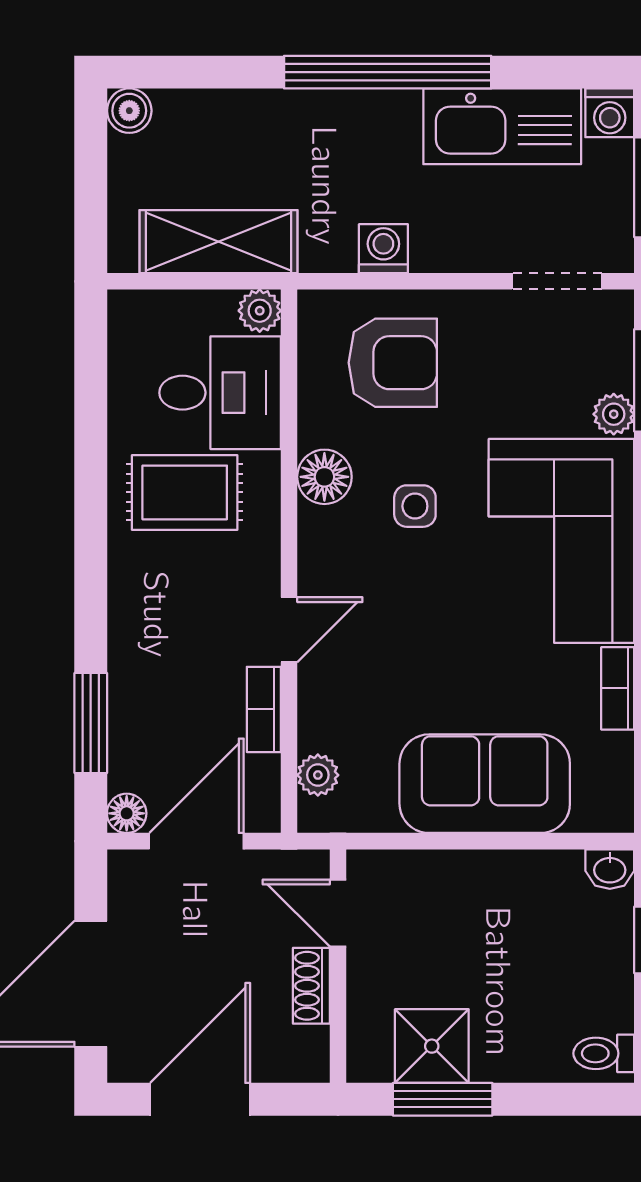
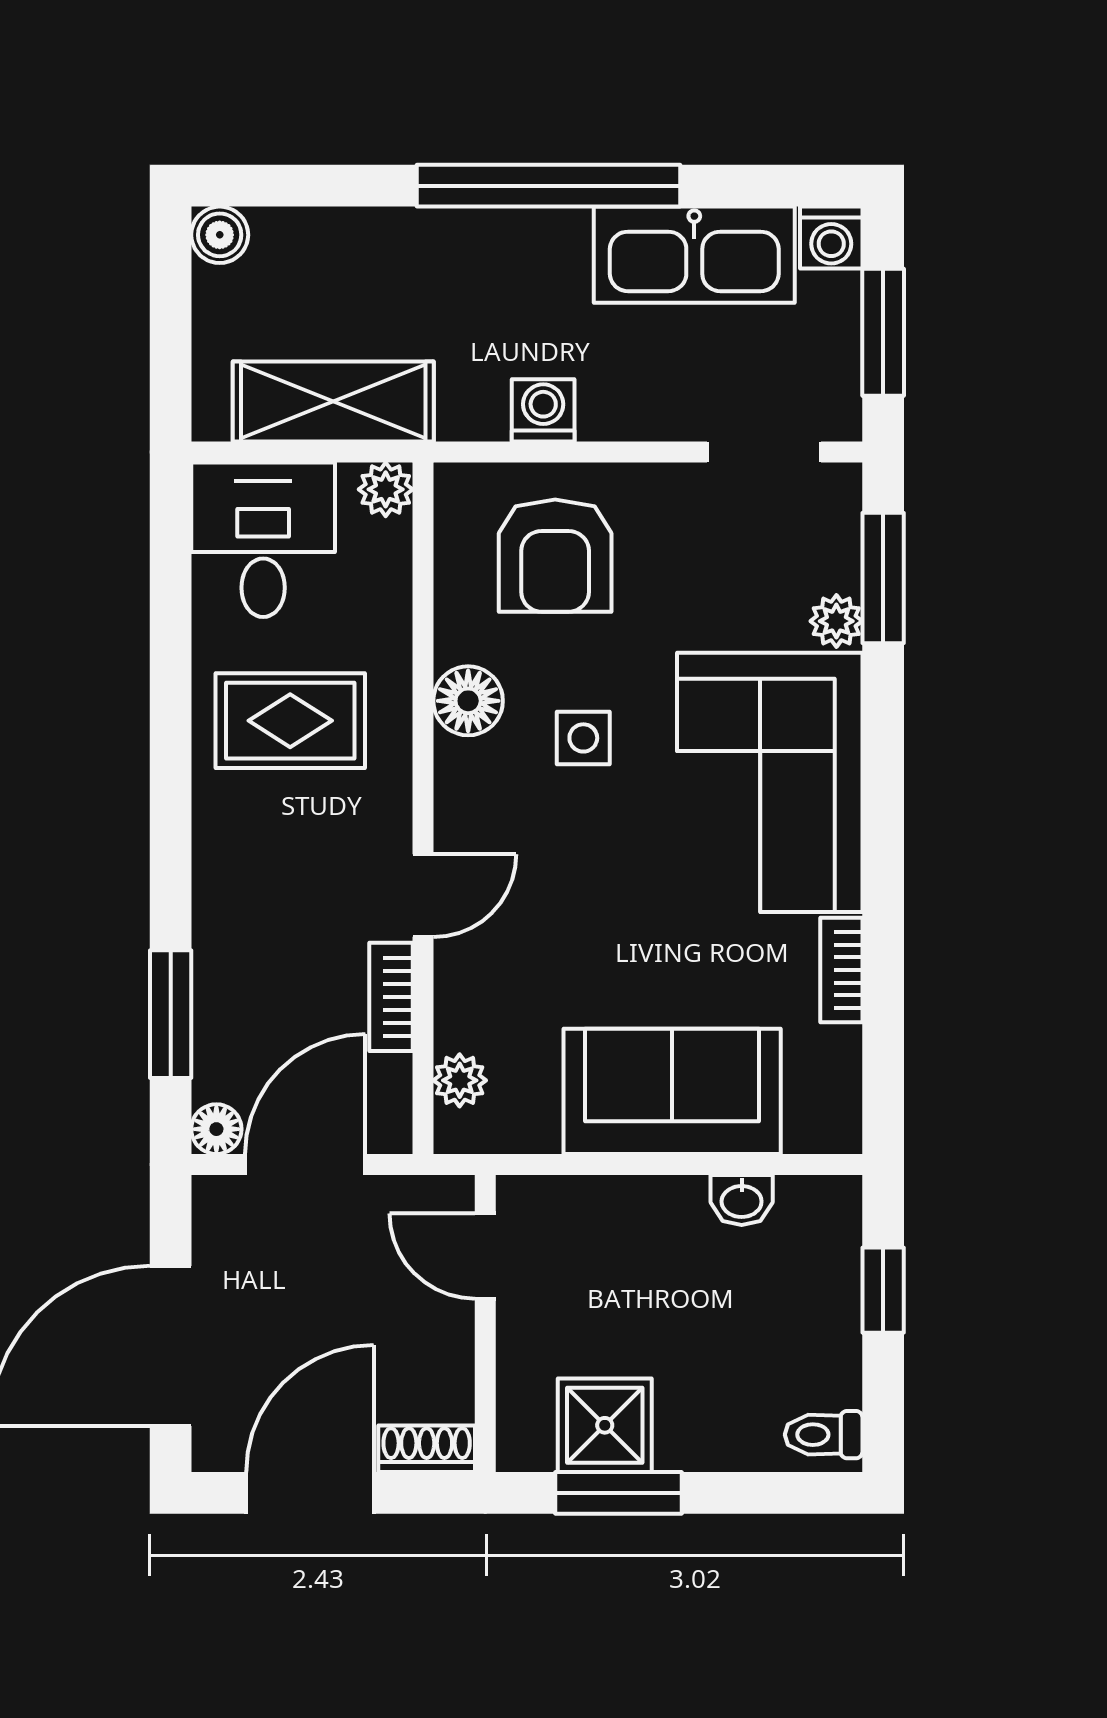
armchair: (393, 363) -> (555, 556), turned 90
desk: (220, 393) -> (263, 540), moved, turned -90
washbasin: (610, 869) -> (742, 1200), moved
shoe rack: (311, 986) -> (427, 1449), moved, turned 90

